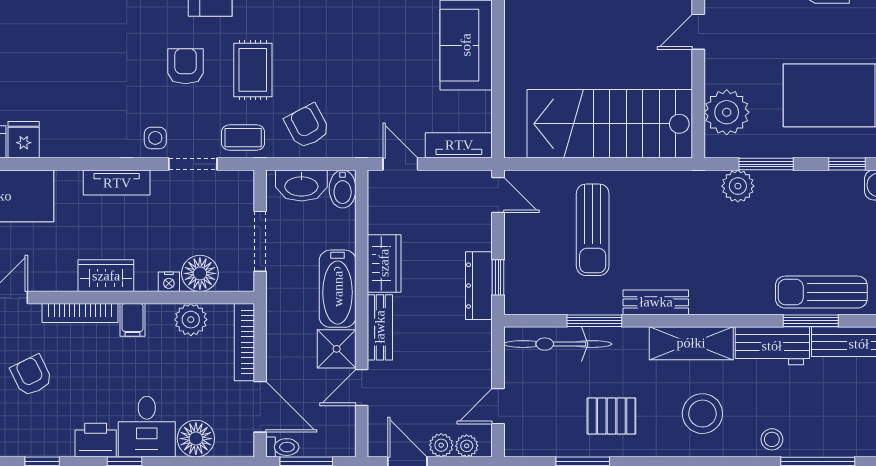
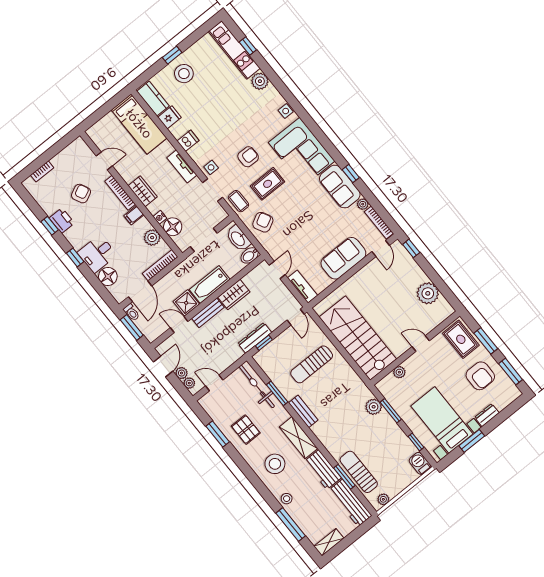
plant: (727, 112) -> (399, 372), width x0.53, depth x0.53
dishwasher: (84, 140) -> (188, 141), added
printer: (96, 440) -> (62, 221), moved

